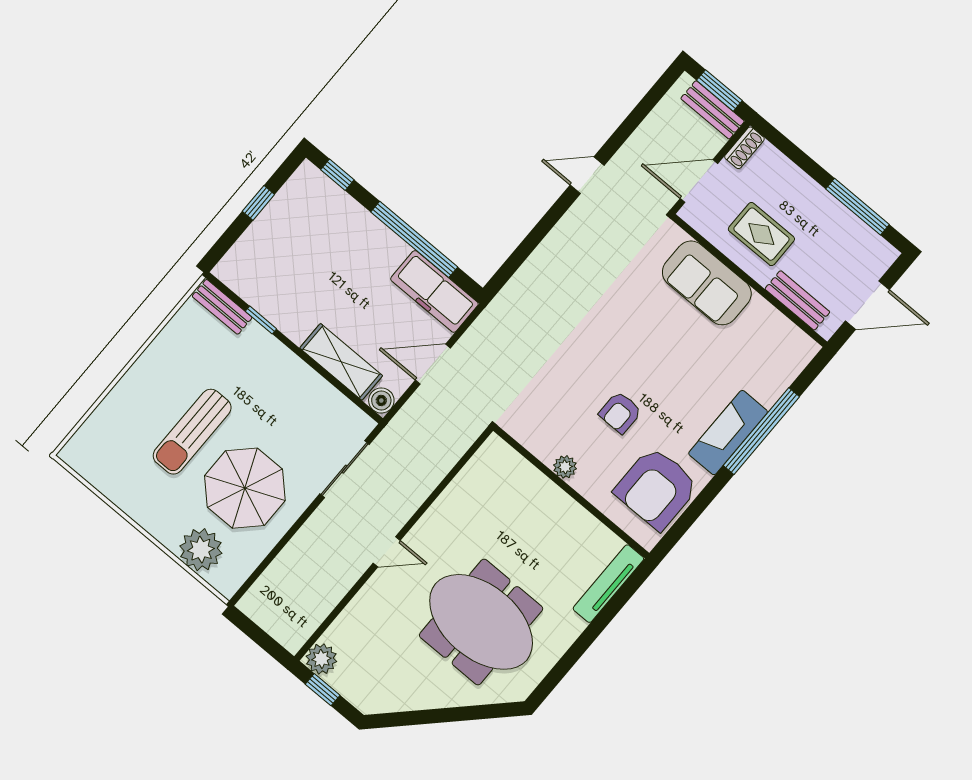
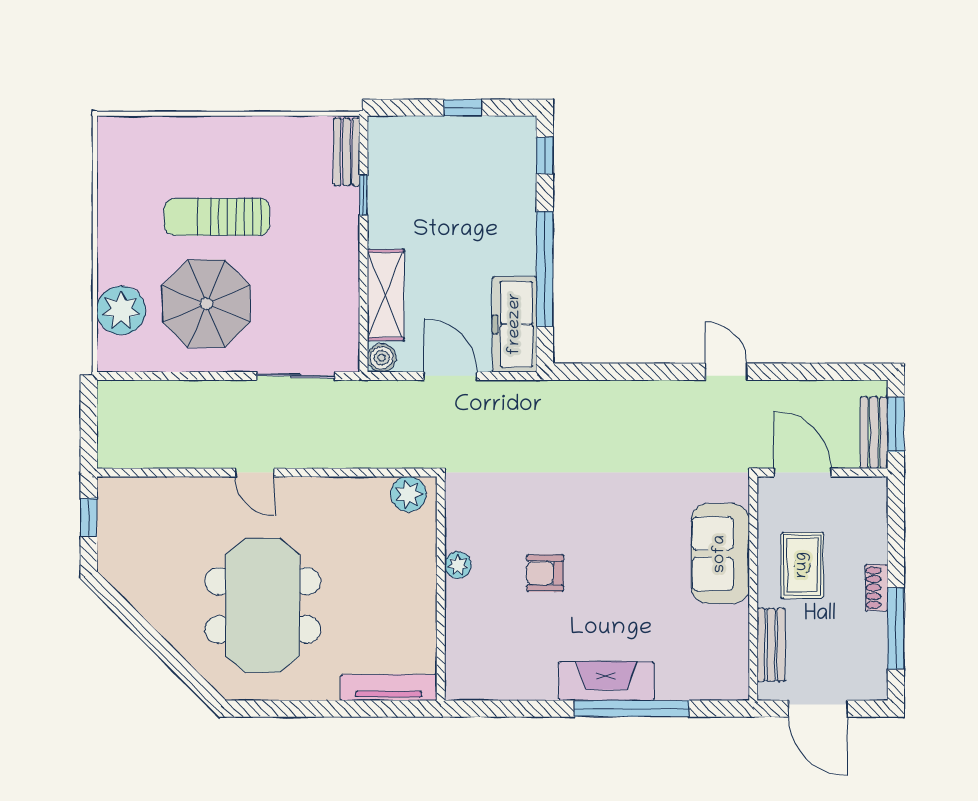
shoe rack: (744, 148) -> (876, 588), moved, turned 90
armchair: (656, 488) -> (506, 660), removed
plant: (321, 659) -> (408, 494), moved

